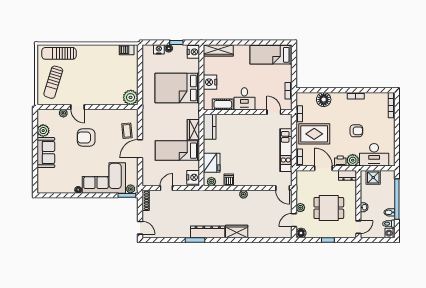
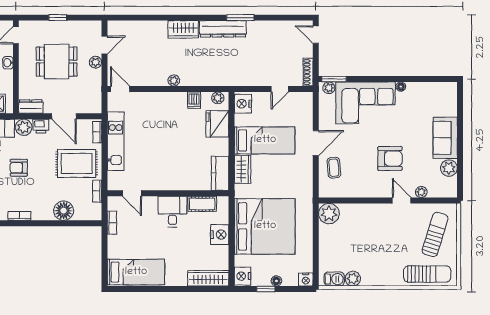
nightstand: (159, 49) -> (306, 280), moved
plant: (113, 50) -> (353, 279), added
bed: (177, 88) -> (265, 226), width x1.36
floor lamp: (301, 233) -> (95, 27), removed

